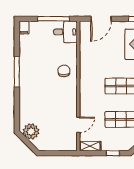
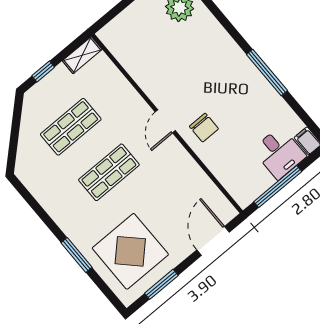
desk: (66, 32) -> (279, 153), moved, turned -90
door: (78, 125) -> (165, 121), moved

